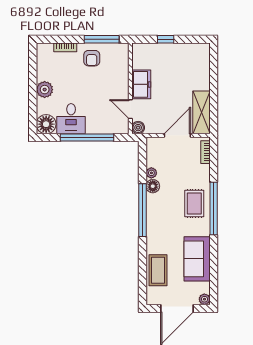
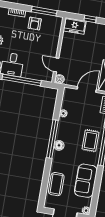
freezer: (141, 84) -> (75, 26), moved, turned 90
floor lamp: (153, 186) -> (59, 145), moved

